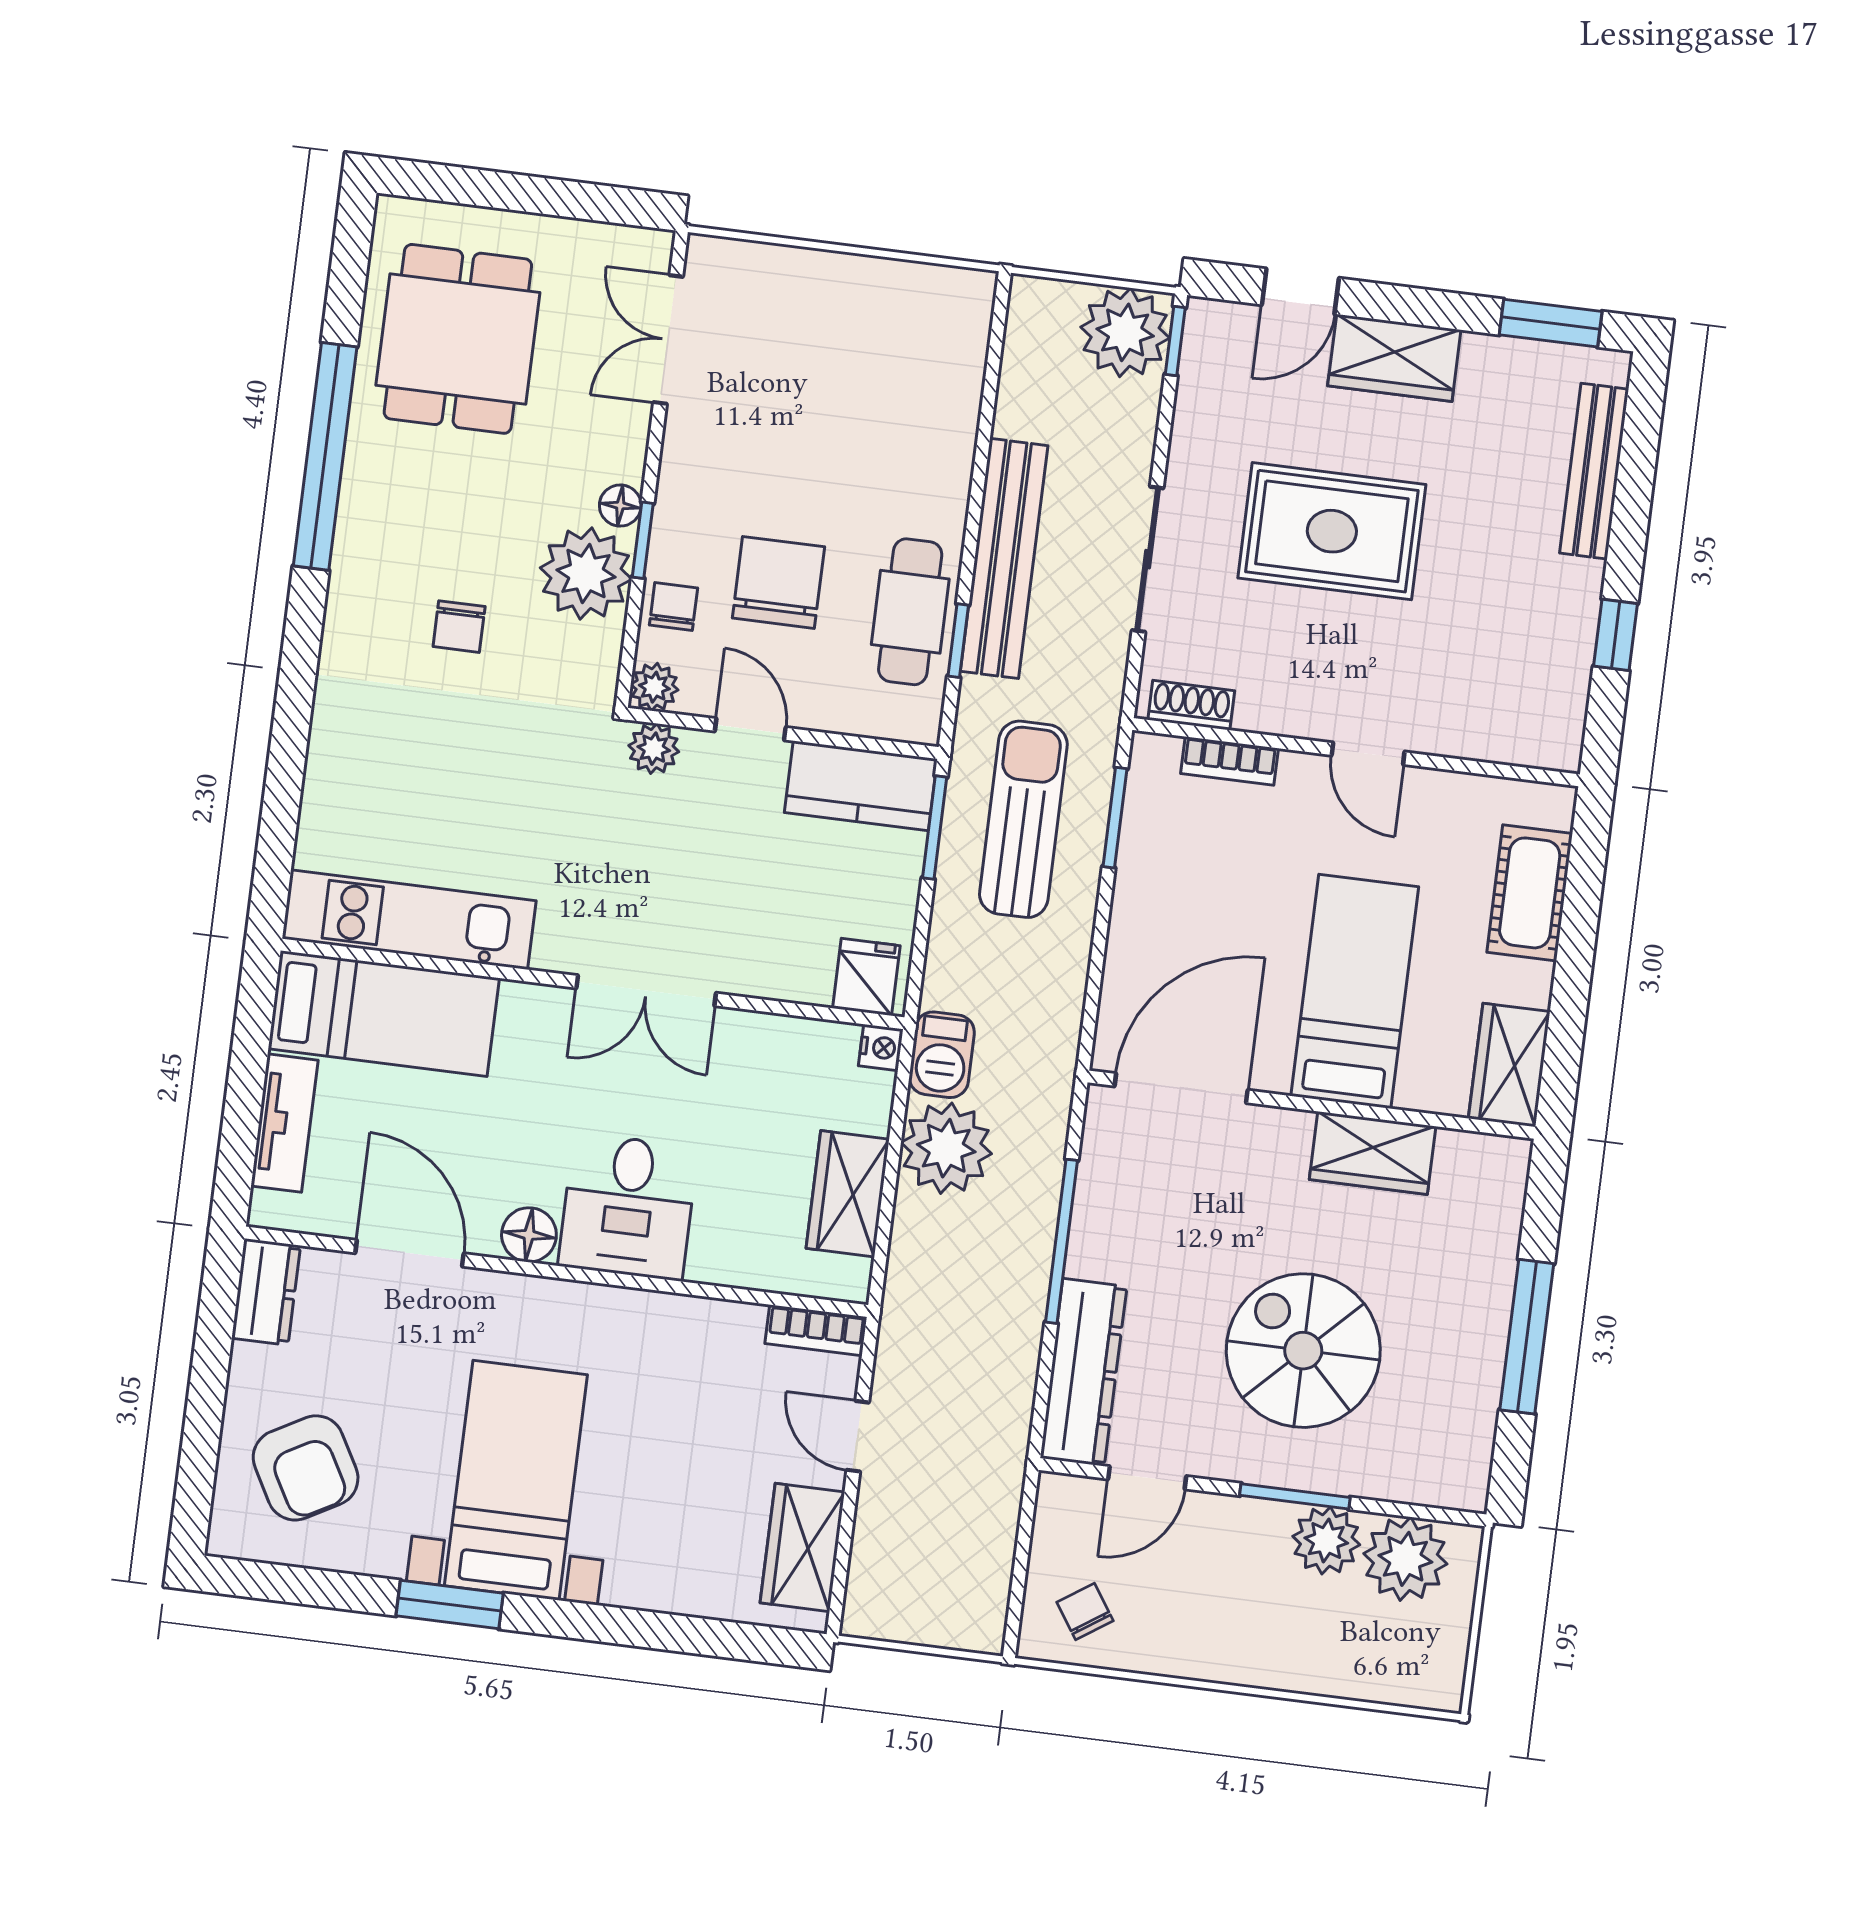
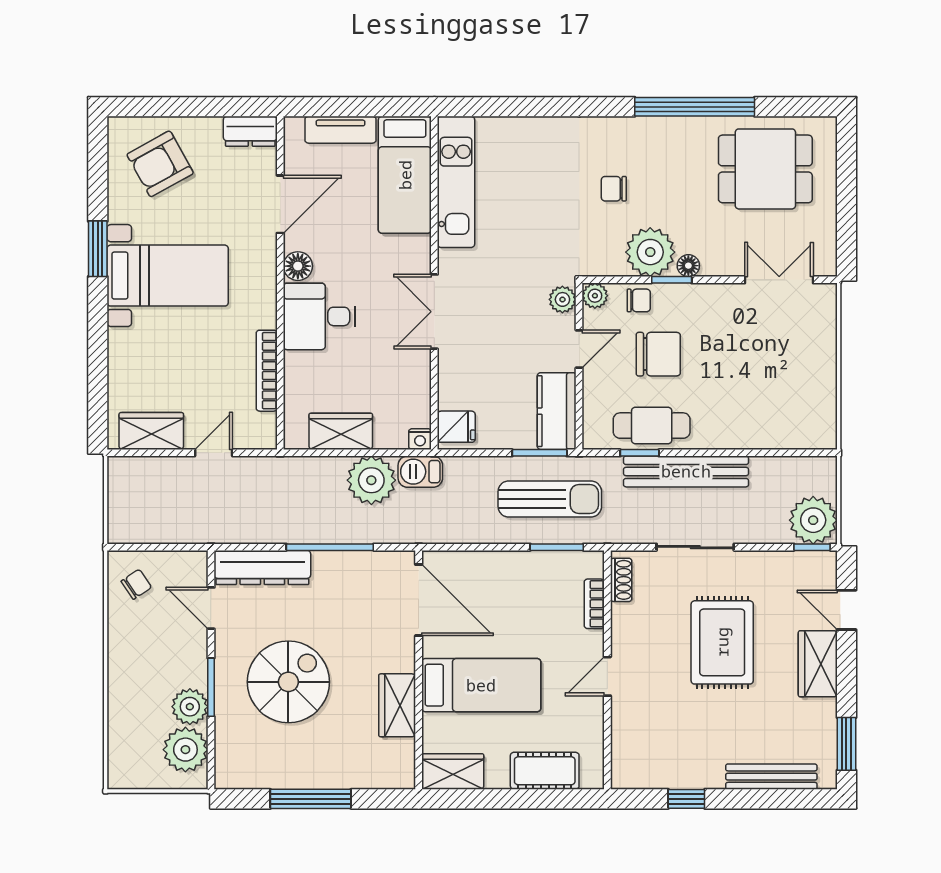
bookcase: (816, 1330) -> (267, 371), moved, width x1.56

